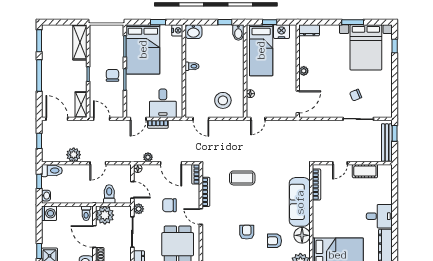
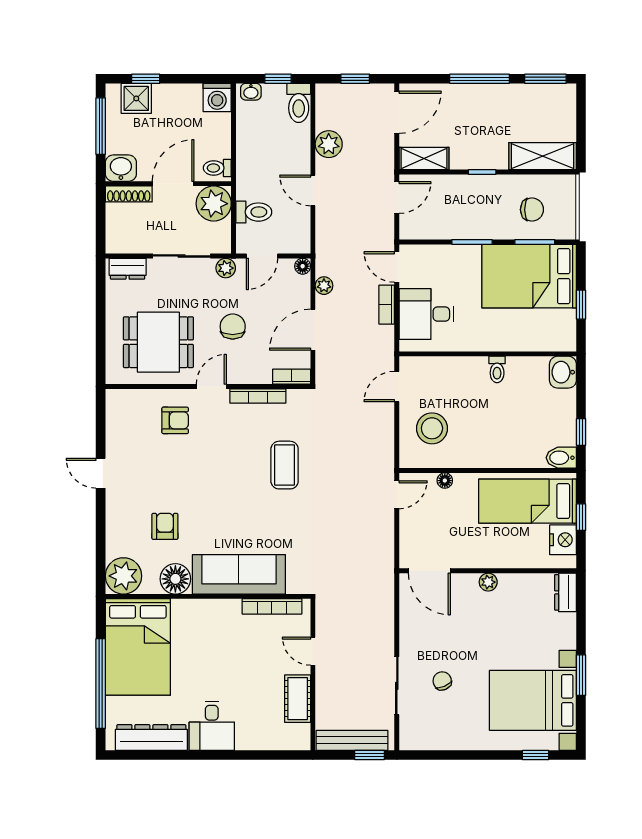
nightstand: (177, 30) -> (565, 341), removed
chair: (112, 75) -> (532, 210), moved
door: (258, 119) -> (397, 495), swing flipped
armchair: (247, 232) -> (175, 420), moved

